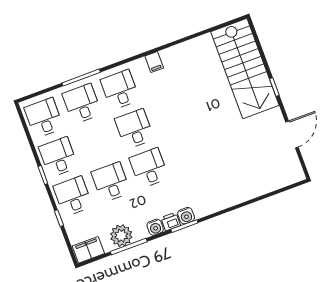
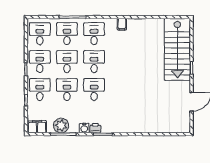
desk: (96, 143) -> (67, 62), added
water cooler: (186, 216) -> (106, 128), removed

